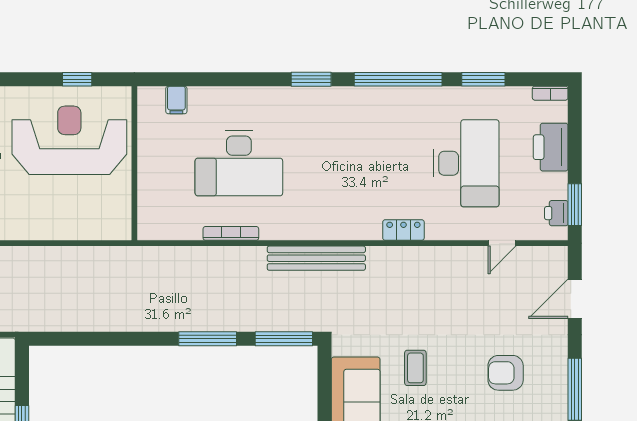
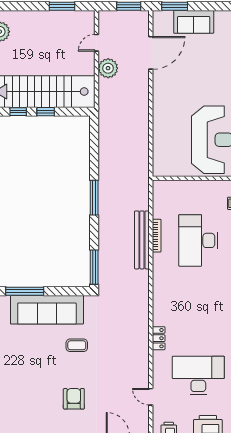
desk: (466, 163) -> (198, 375), turned 180
bench: (316, 258) -> (142, 240), moved
window: (208, 339) -> (94, 198), moved

